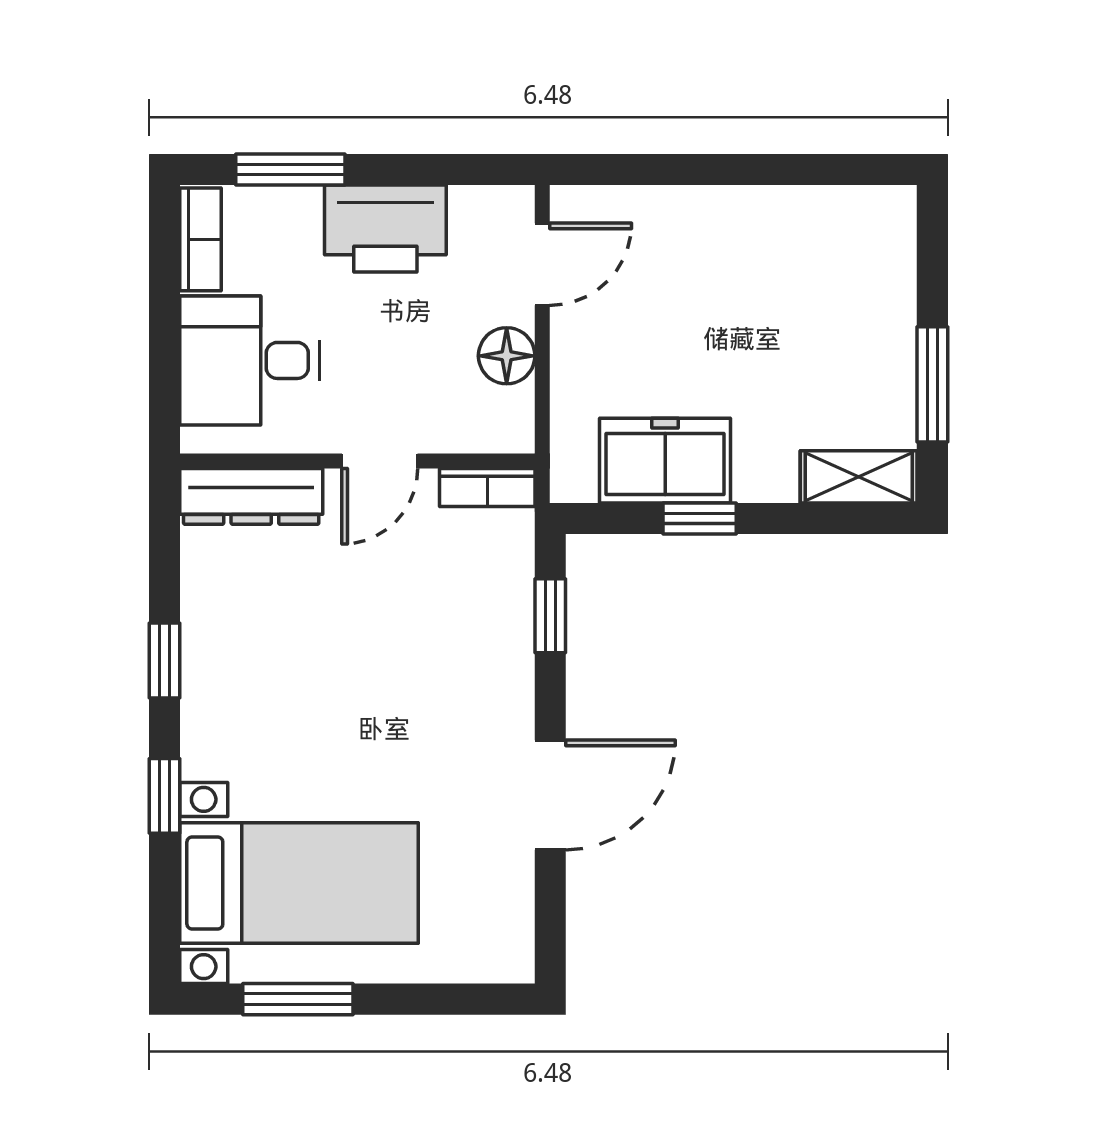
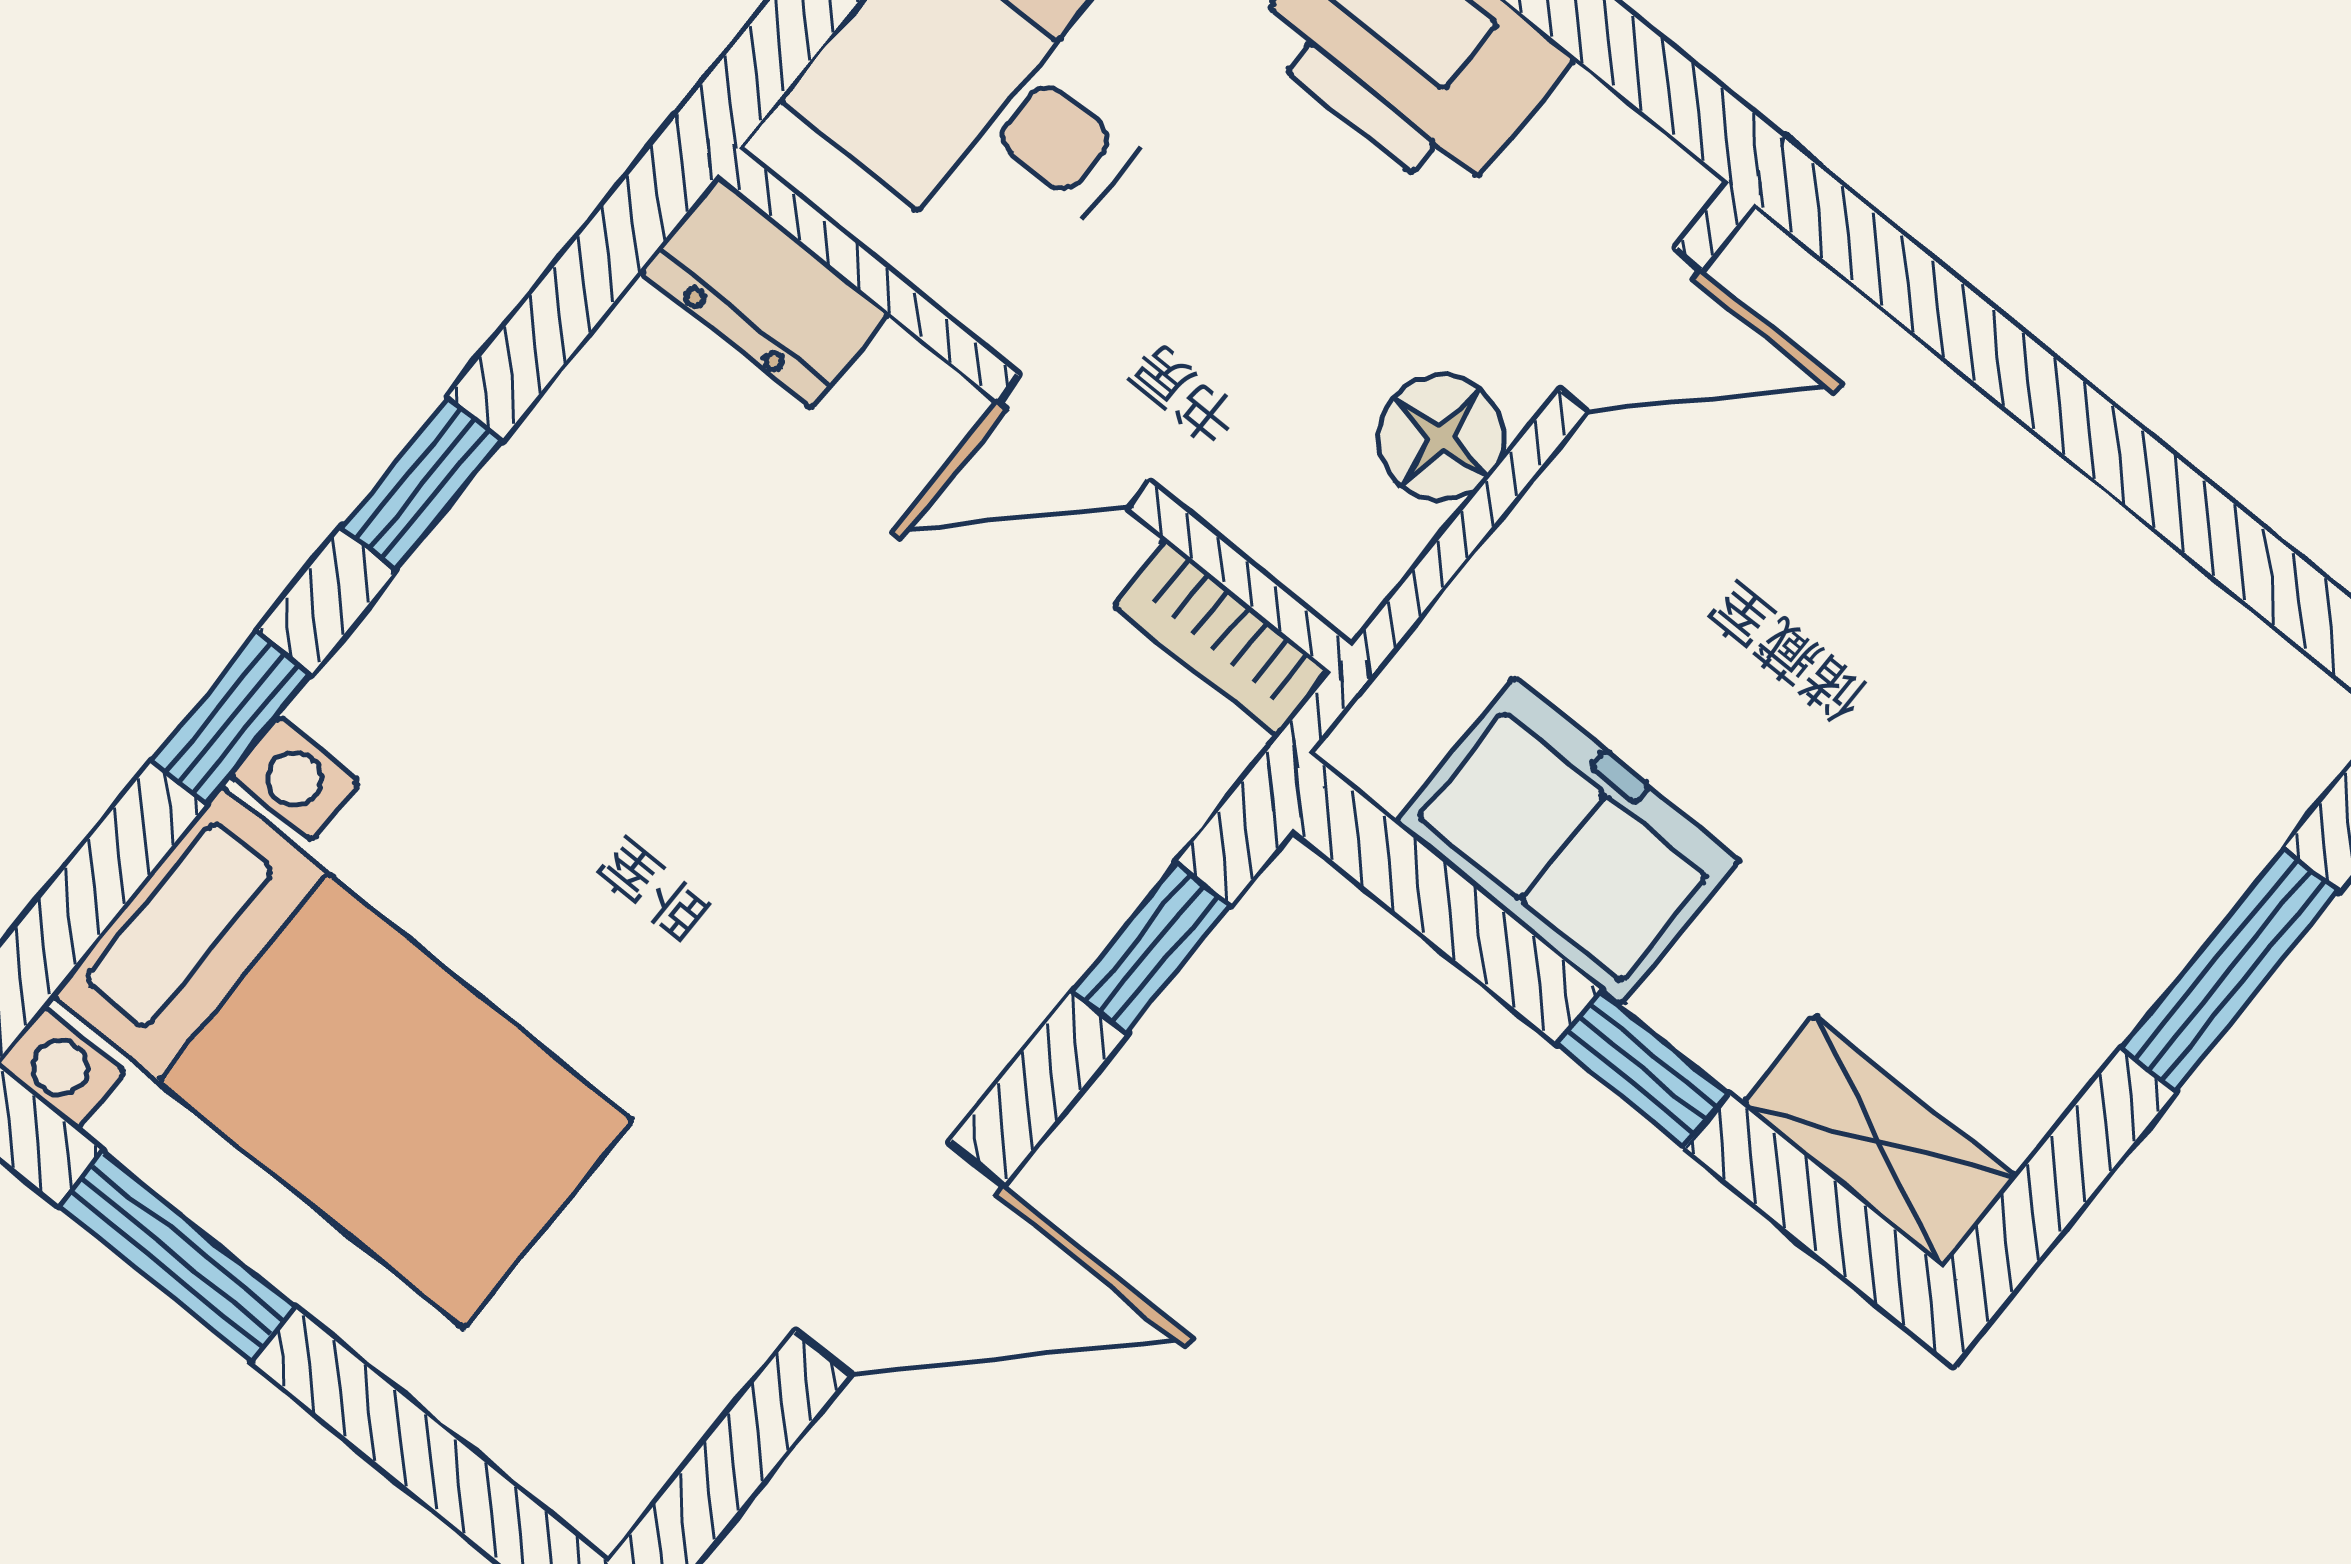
window: (932, 384) -> (2230, 970), moved
dresser: (251, 496) -> (765, 292), width x0.70
window: (700, 518) -> (1643, 1069), moved

